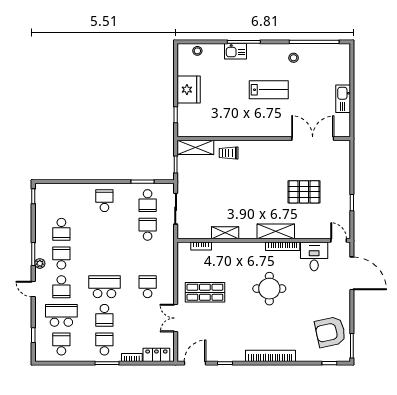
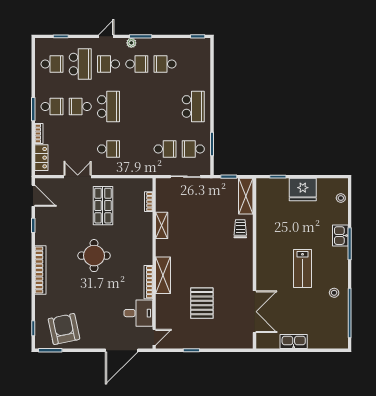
school desk: (104, 201) -> (193, 106), width x1.85
round table: (269, 289) -> (94, 256), moved

